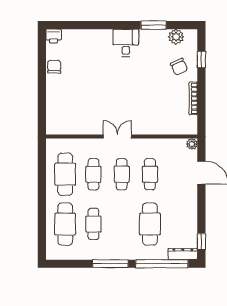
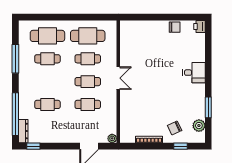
desk: (126, 43) -> (194, 73), moved
cafe table: (150, 224) -> (47, 104), width x0.73, depth x0.74
window: (110, 264) -> (15, 59), moved

